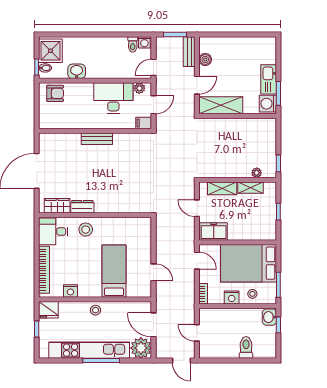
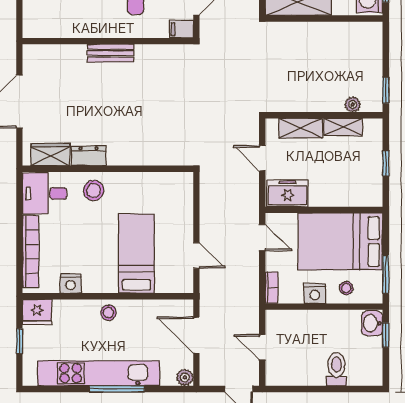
plant: (141, 348) -> (185, 377), width x0.53, depth x0.53

